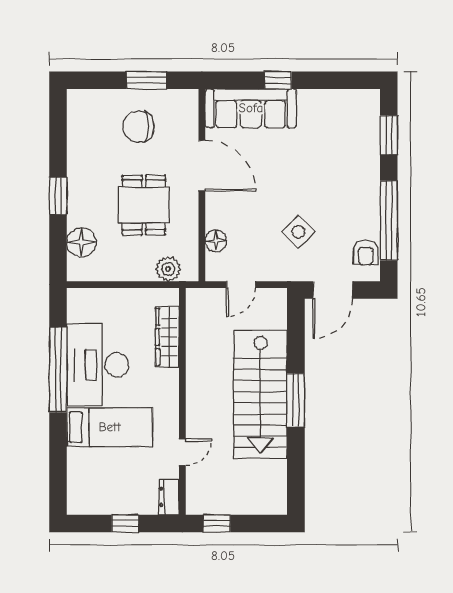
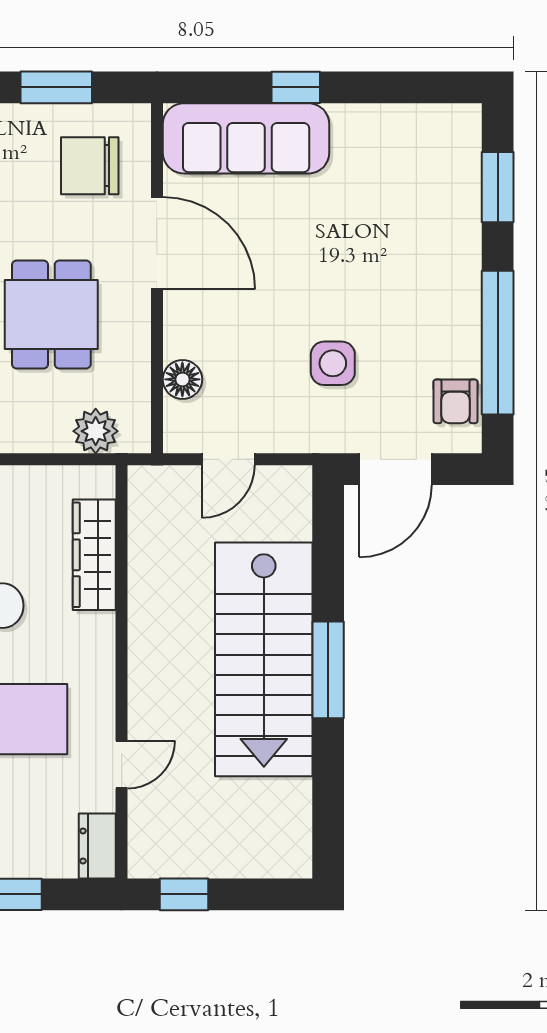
chair: (138, 127) -> (90, 166), moved
side table: (298, 232) -> (333, 363), turned 45

